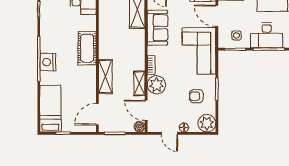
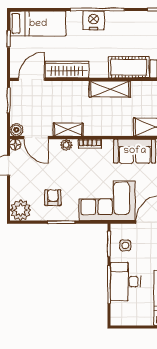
cot: (87, 48) -> (129, 67), moved
shelving: (105, 77) -> (110, 89), moved
wardrobe: (89, 84) -> (67, 70), added
plant: (156, 85) -> (66, 145), width x0.53, depth x0.53
door: (146, 110) -> (36, 138), swing flipped
door: (97, 114) -> (31, 79), hinge flipped
floor lamp: (184, 128) -> (15, 145), moved

